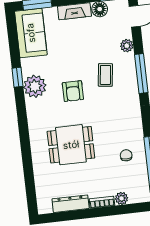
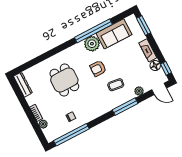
sofa: (31, 33) -> (114, 34), moved
window: (17, 77) -> (93, 31), width x3.17
dresser: (71, 204) -> (23, 85), moved

